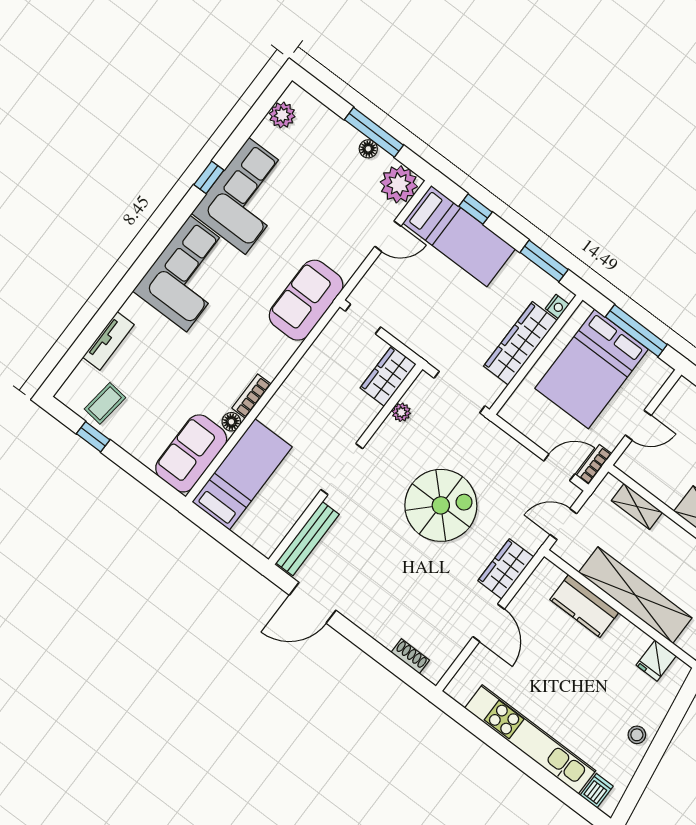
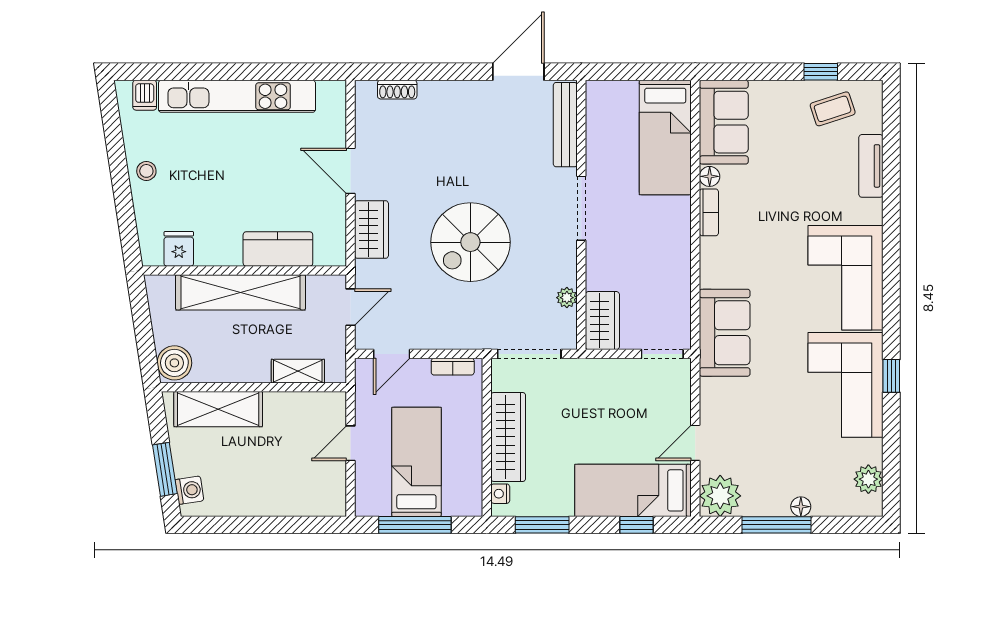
floor lamp: (368, 149) -> (801, 507), moved
bed: (592, 369) -> (416, 462), width x0.67
coffee table: (105, 403) -> (833, 109), turned 65
bookcase: (594, 465) -> (453, 367), moved, turned 90

